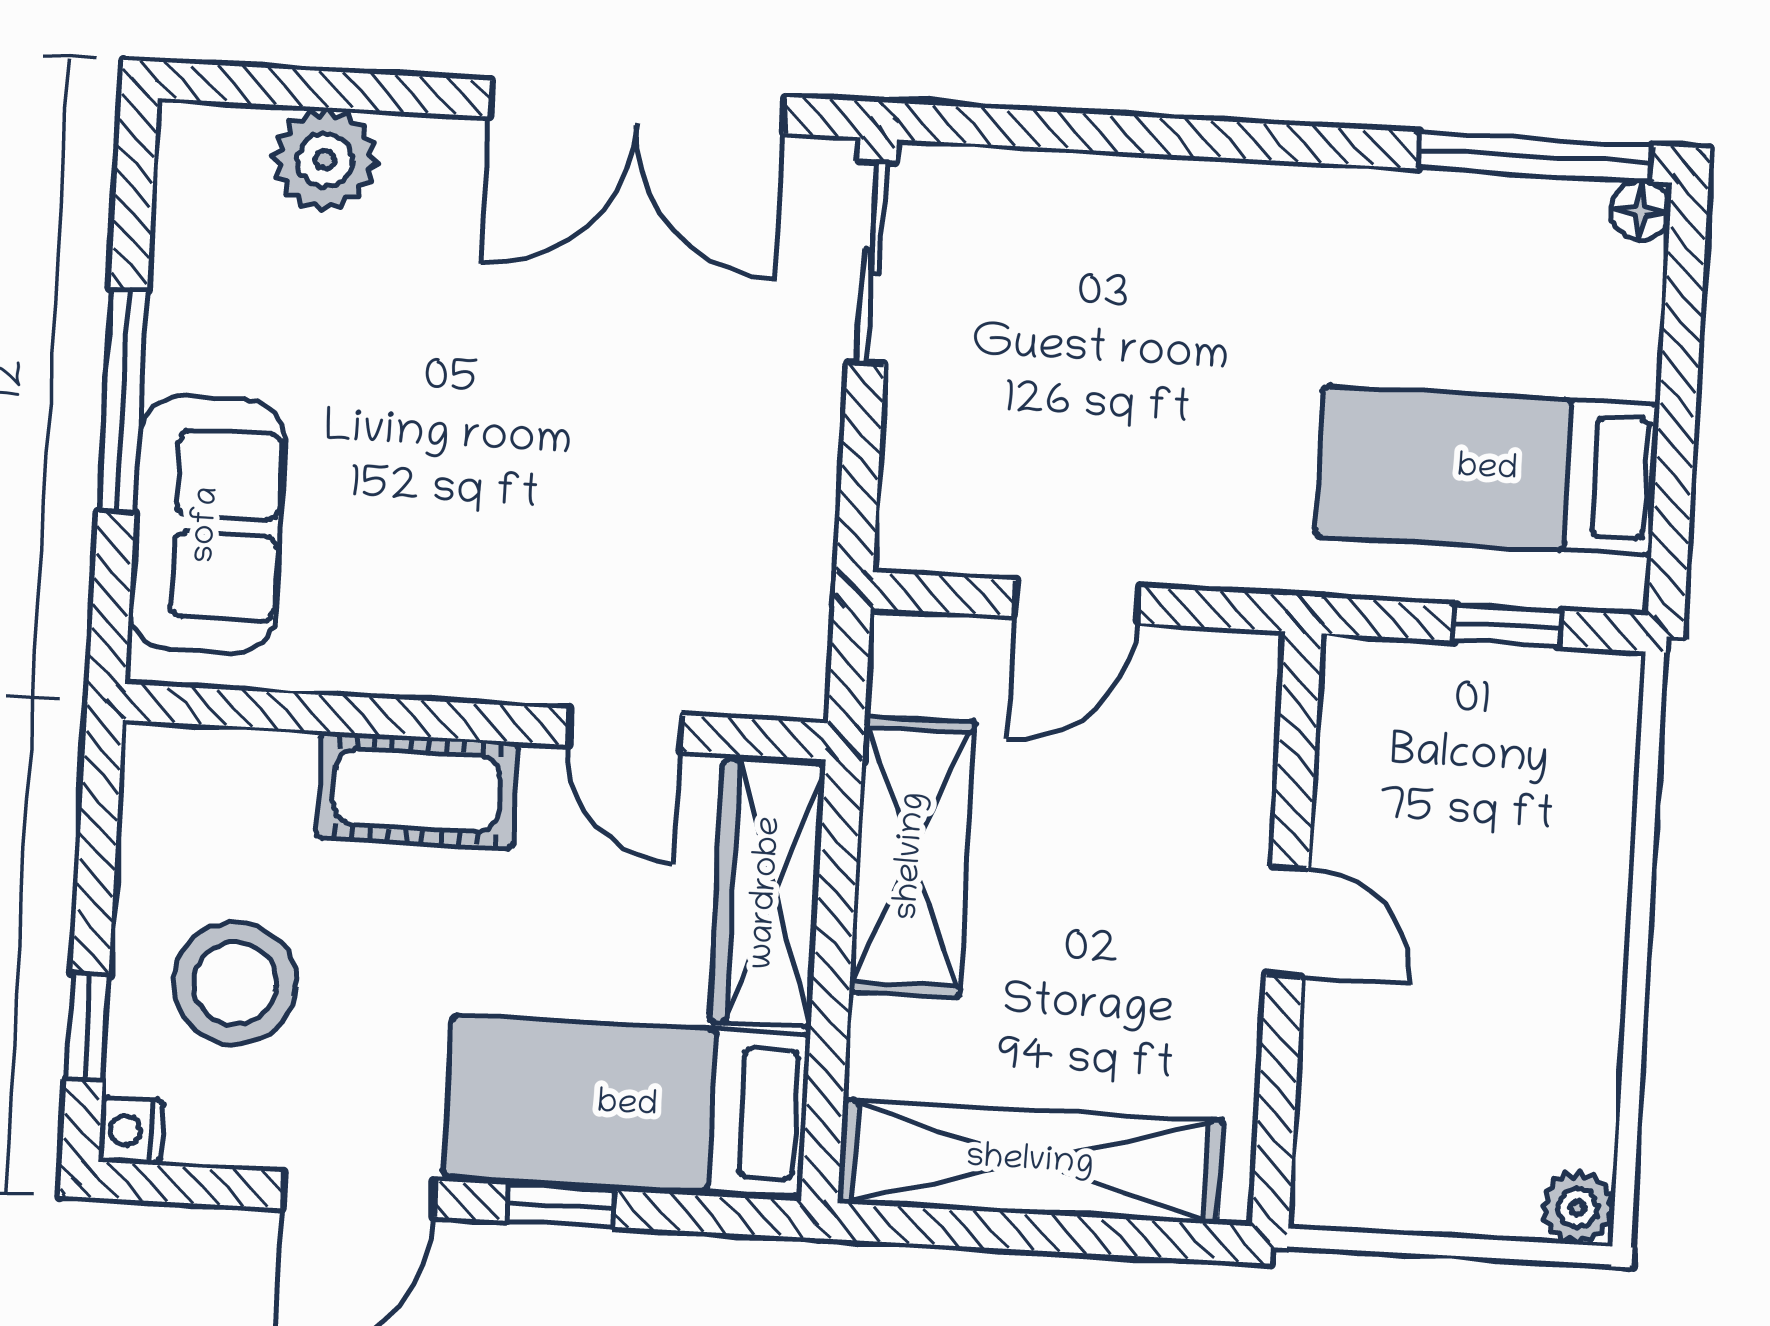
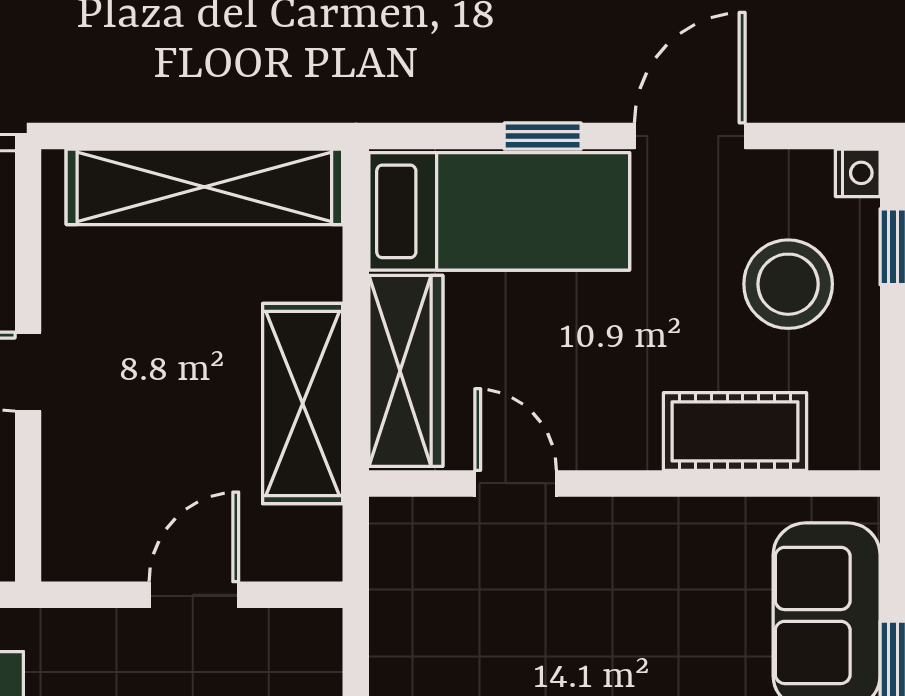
cot: (417, 790) -> (735, 431), moved

